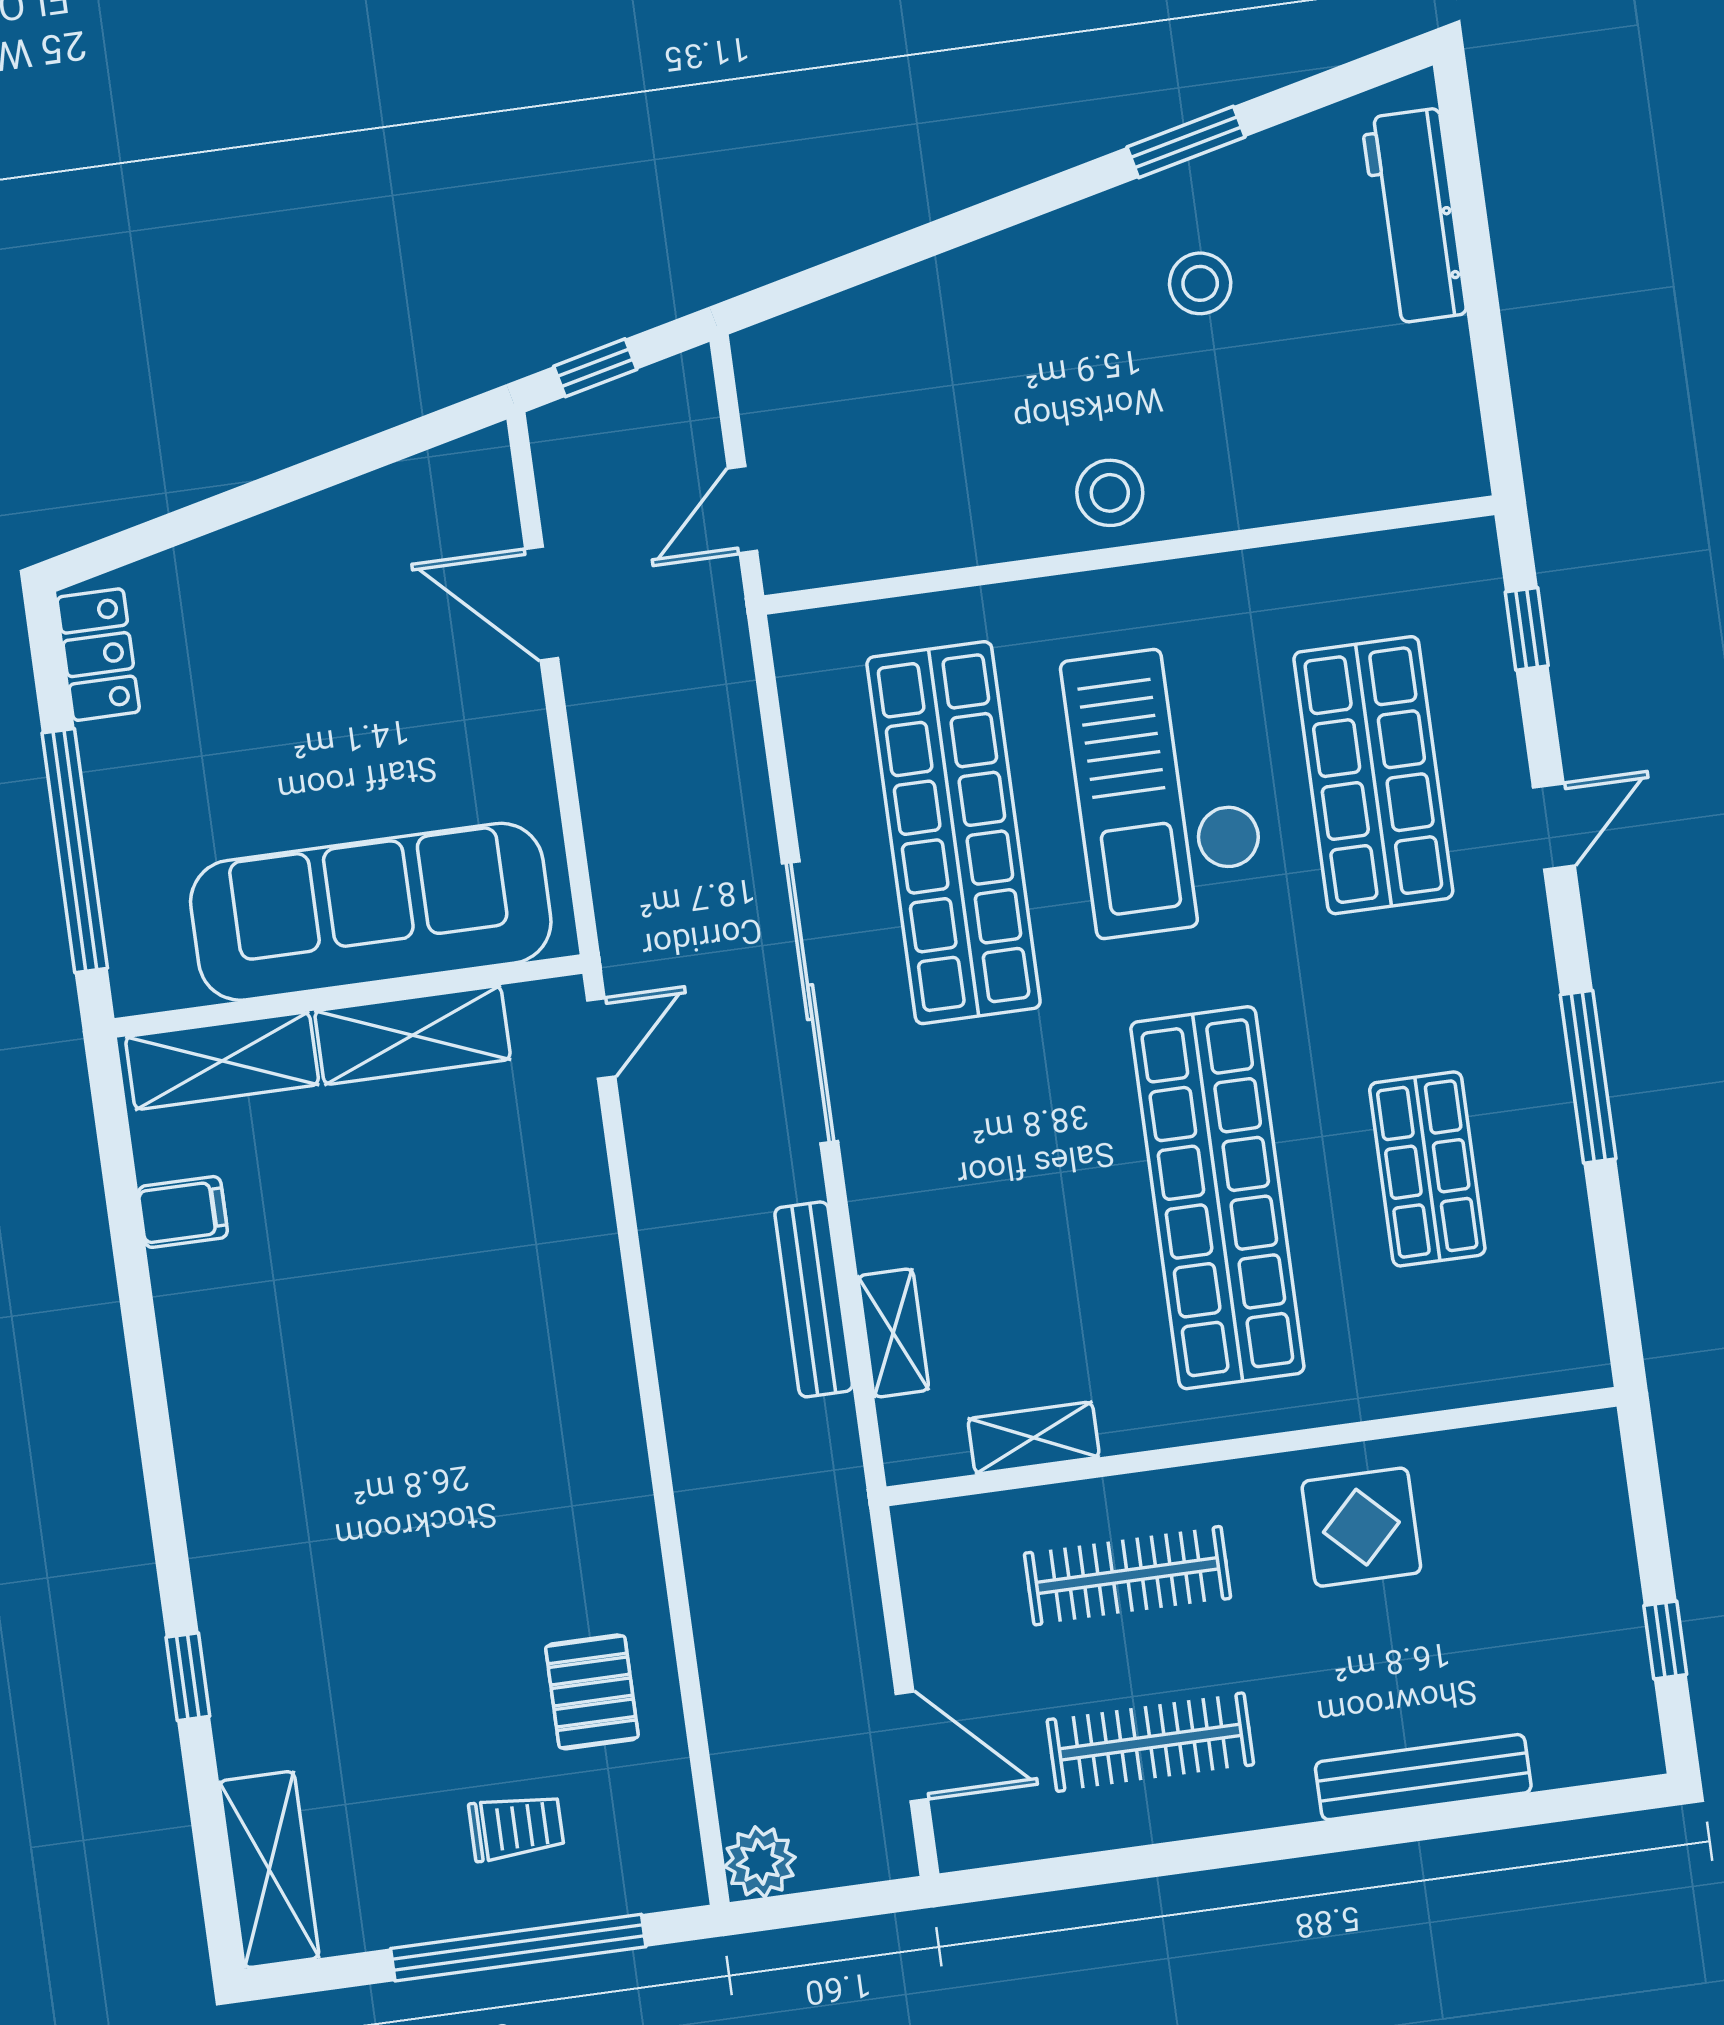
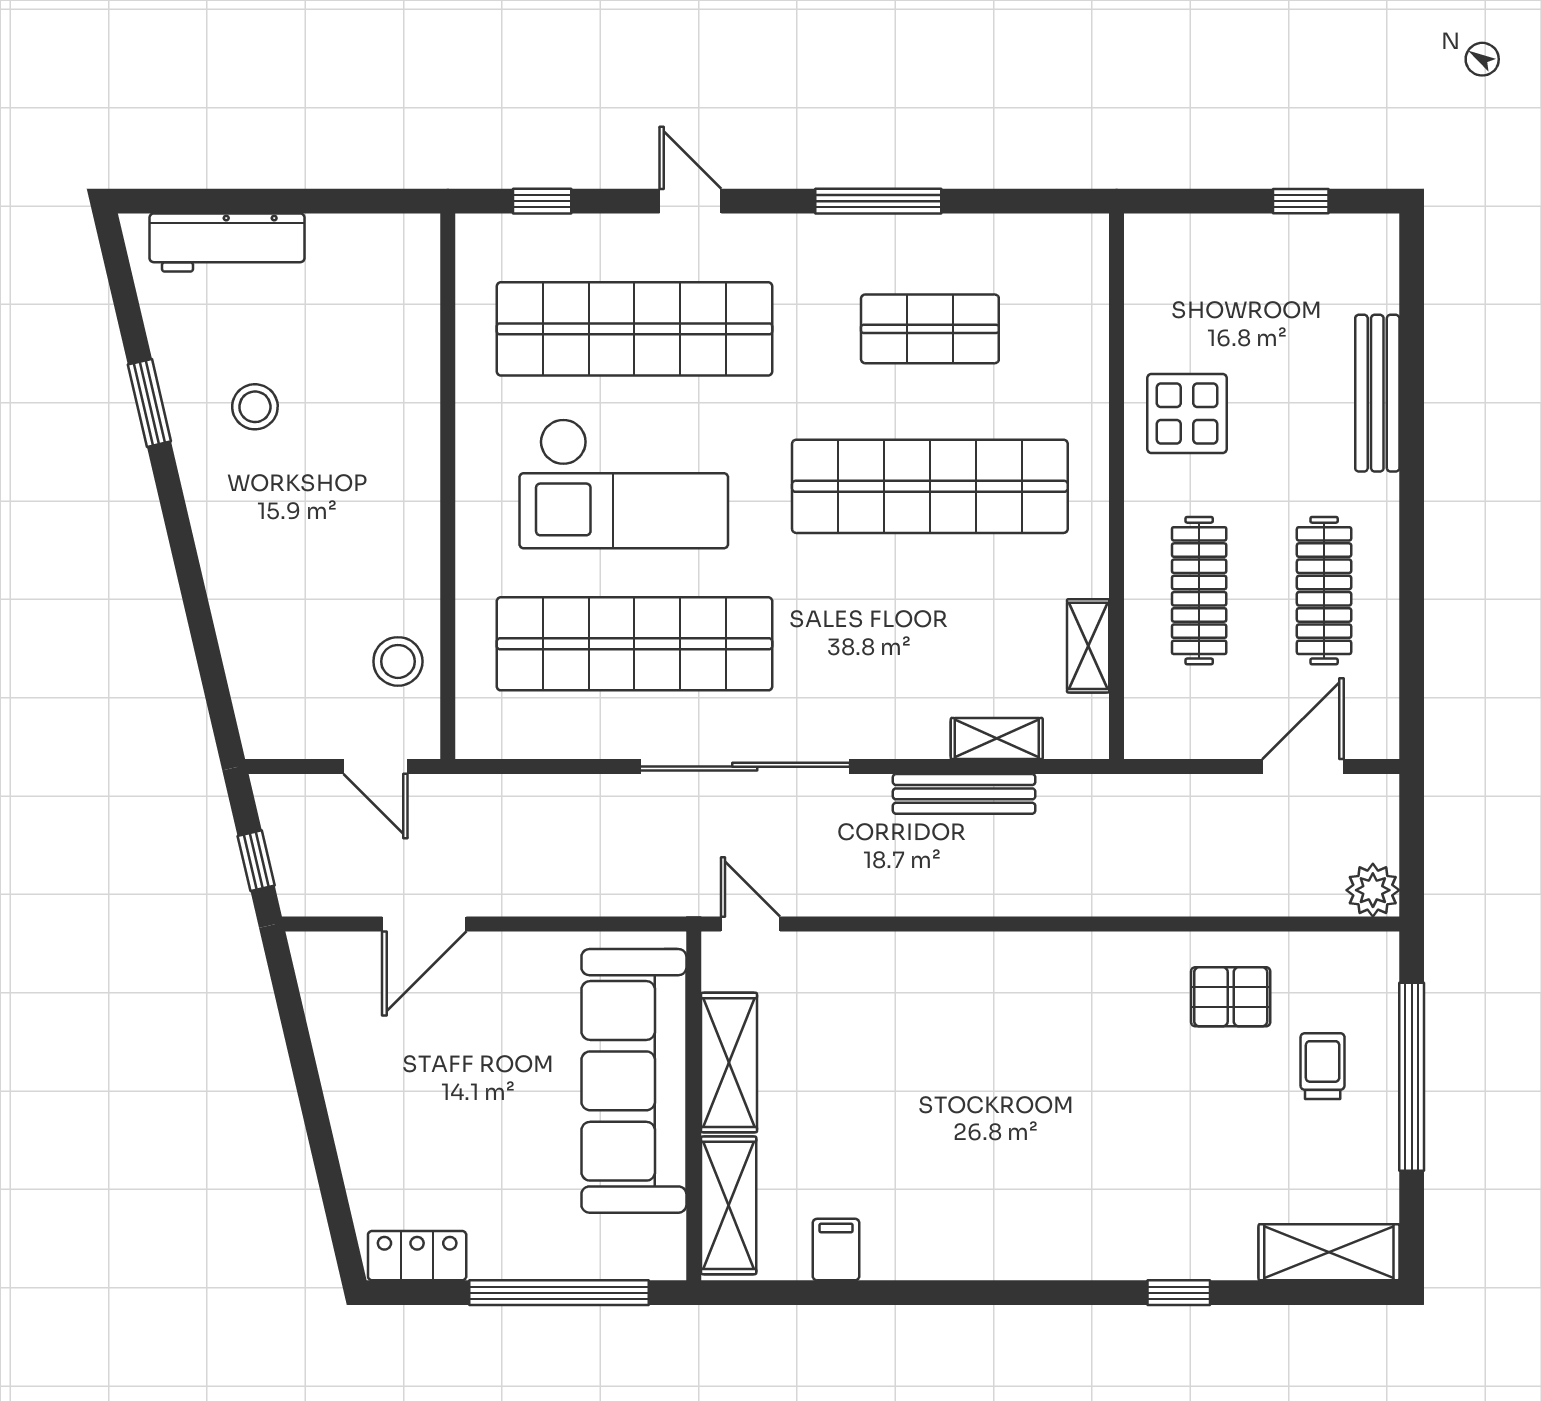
stool: (1110, 493) -> (398, 661), moved
shop shelf: (1373, 775) -> (634, 329), width x1.40

